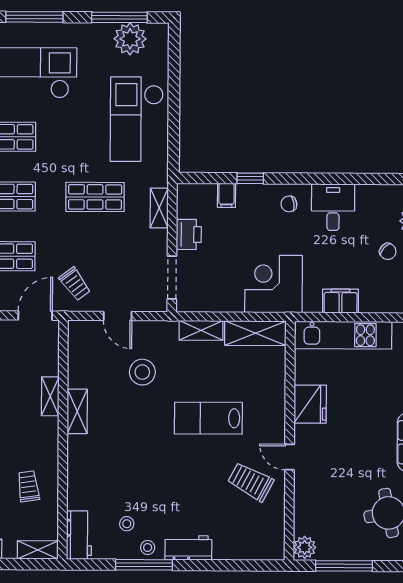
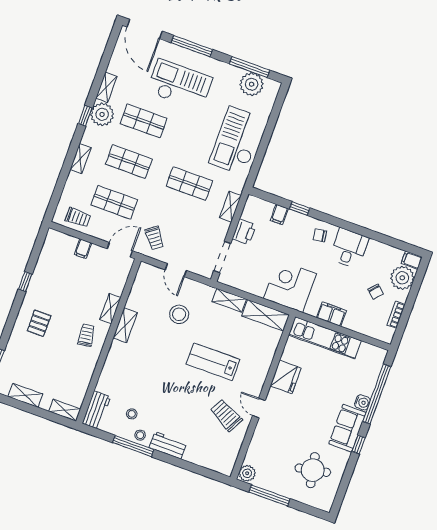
trolley: (28, 486) -> (86, 335), moved

